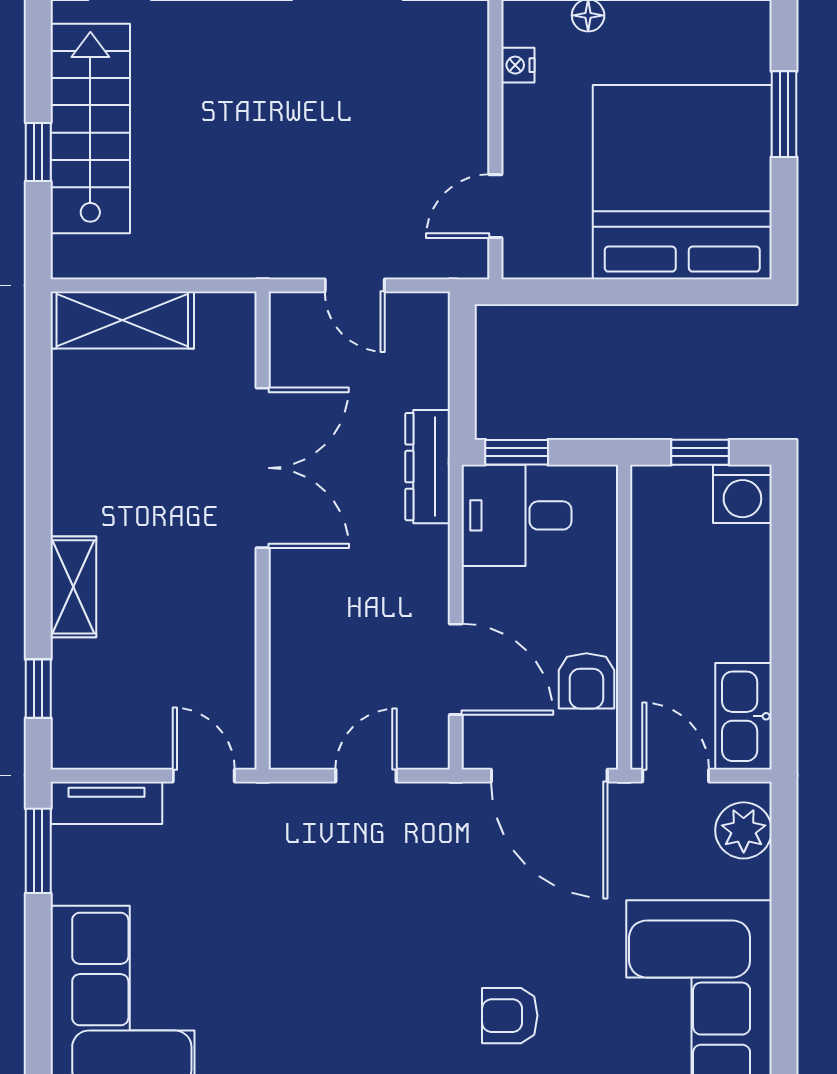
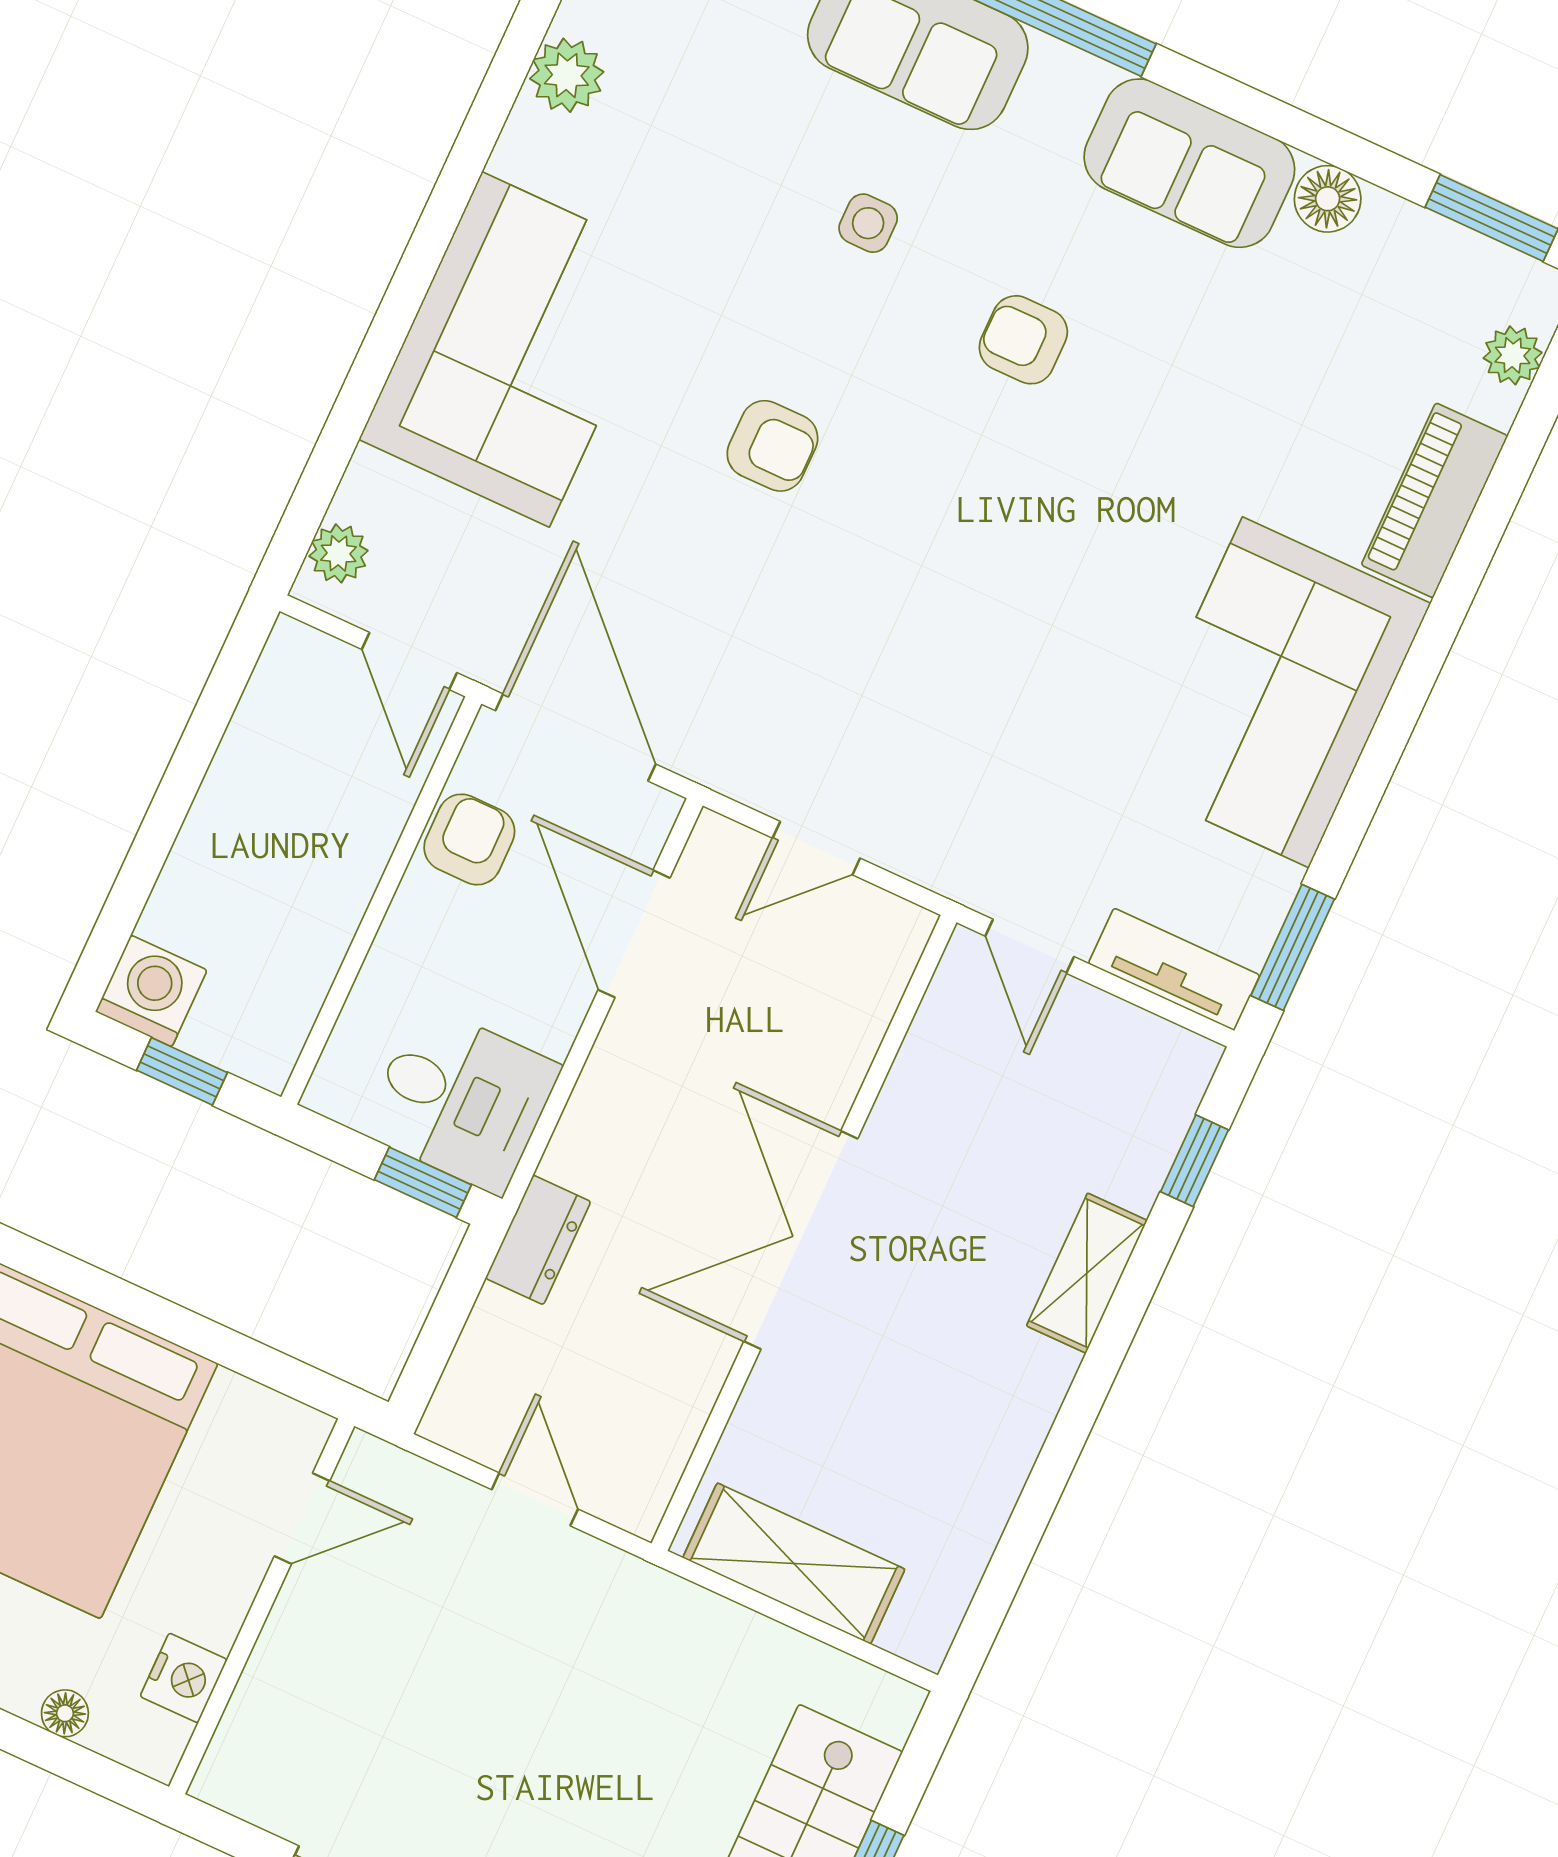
nightstand: (518, 65) -> (184, 1678), width x1.39, depth x1.35
shelving: (122, 320) -> (794, 1564), moved
dresser: (428, 467) -> (538, 1240), width x0.70
double door: (263, 468) -> (801, 1240), moved
kitchen sink: (744, 716) -> (284, 698), removed
plant: (744, 830) -> (339, 553), width x0.73, depth x0.73

